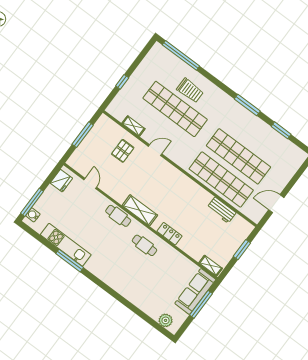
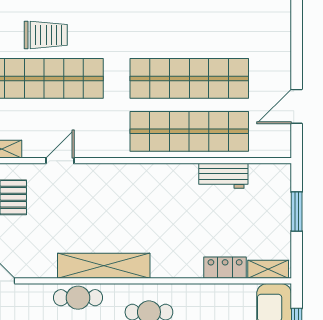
shelving: (140, 210) -> (104, 266), width x1.47
locker: (169, 234) -> (225, 268), moved

